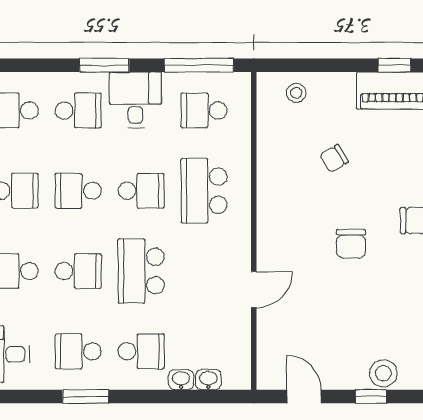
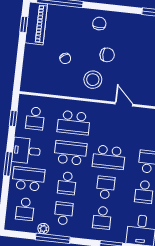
window: (199, 65) -> (13, 118), width x0.46
stool: (296, 93) -> (93, 80), moved, width x1.89, depth x1.89
school desk: (78, 110) -> (28, 179), width x1.85
school desk: (141, 191) -> (70, 153), width x1.85

